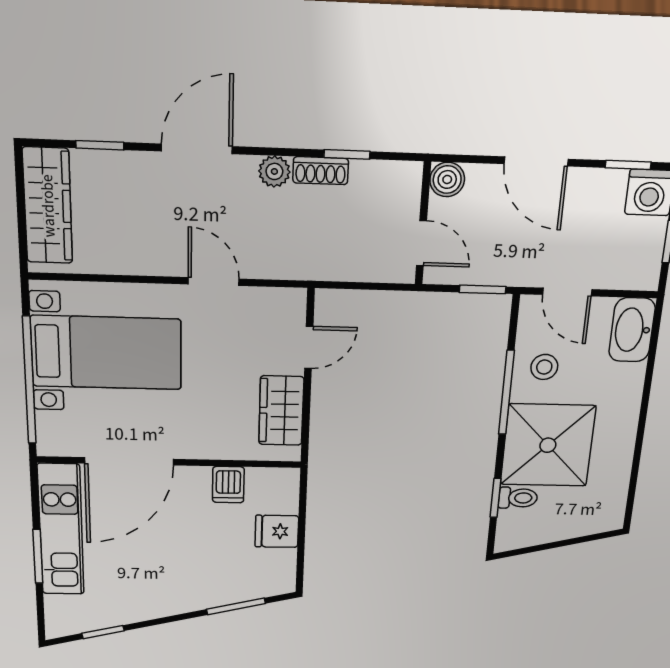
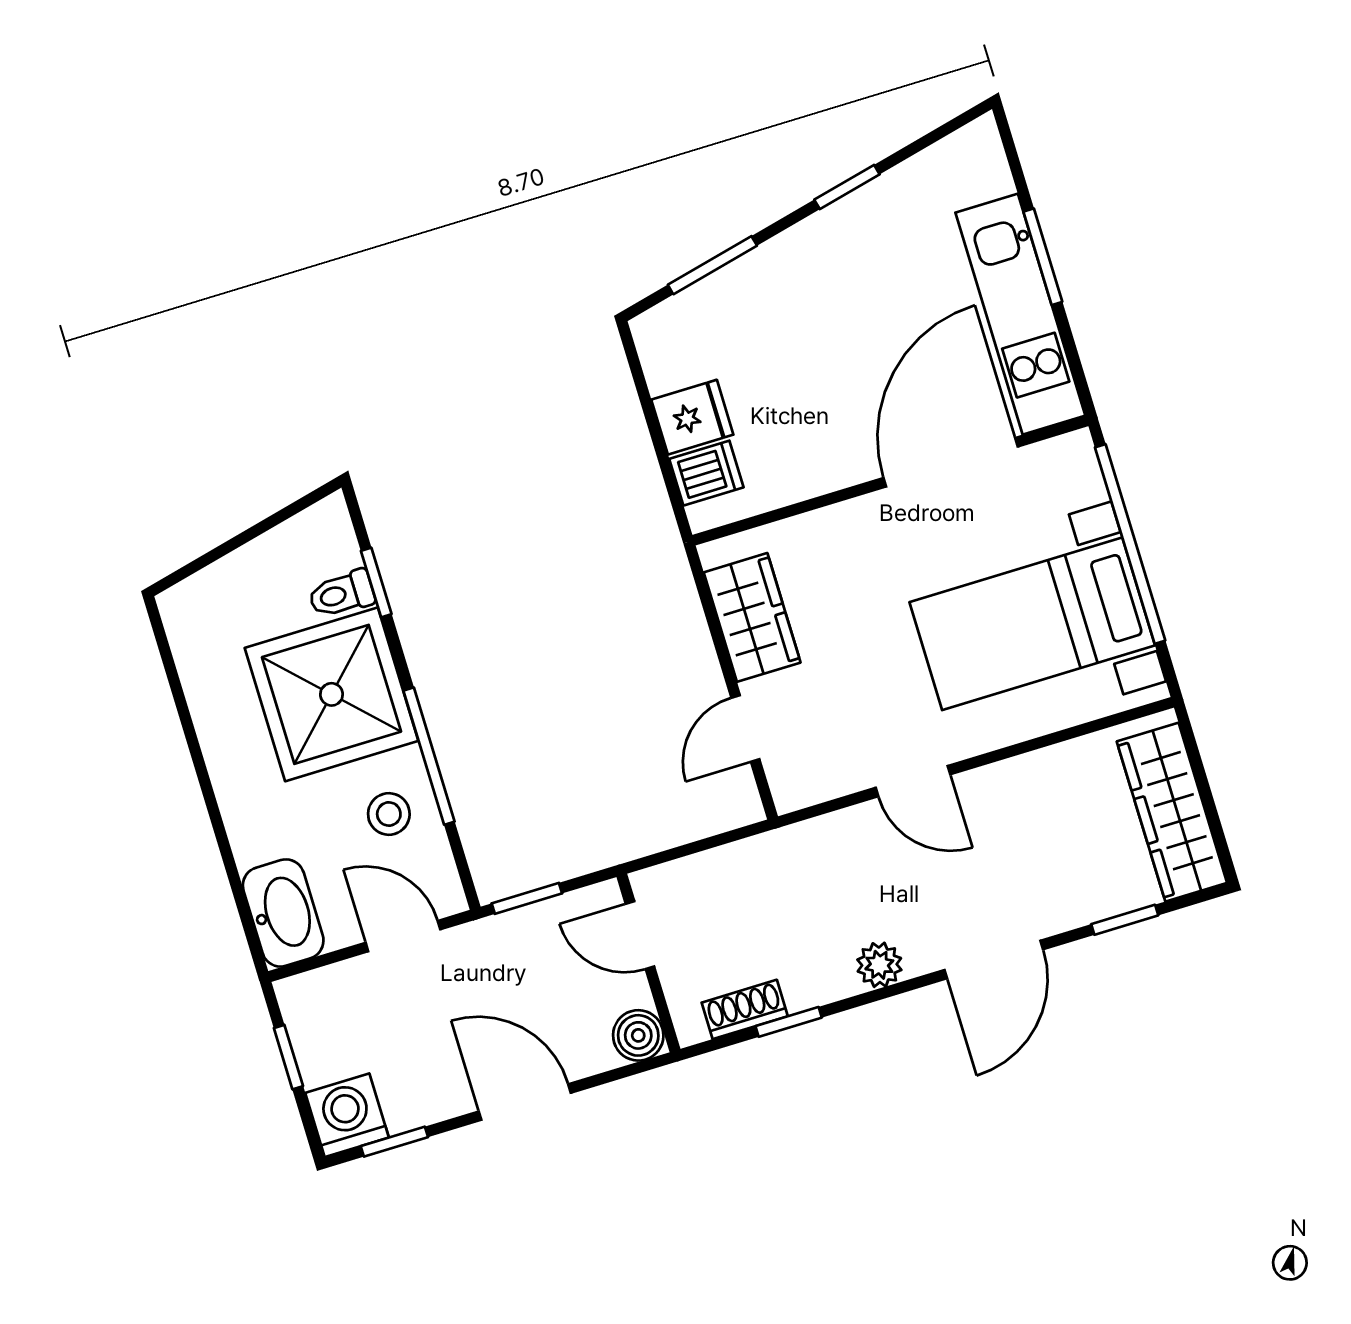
shoe rack: (321, 171) -> (745, 1009), moved
dishwasher: (228, 485) -> (706, 473), moved, turned 90
window: (103, 632) -> (847, 187), moved

